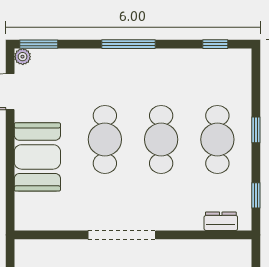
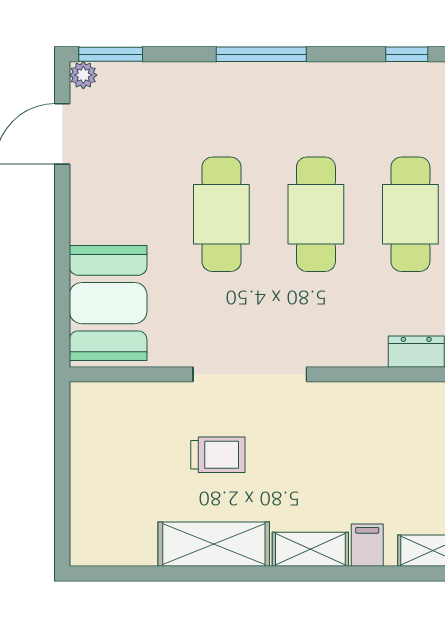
booth: (37, 157) -> (108, 303), moved

